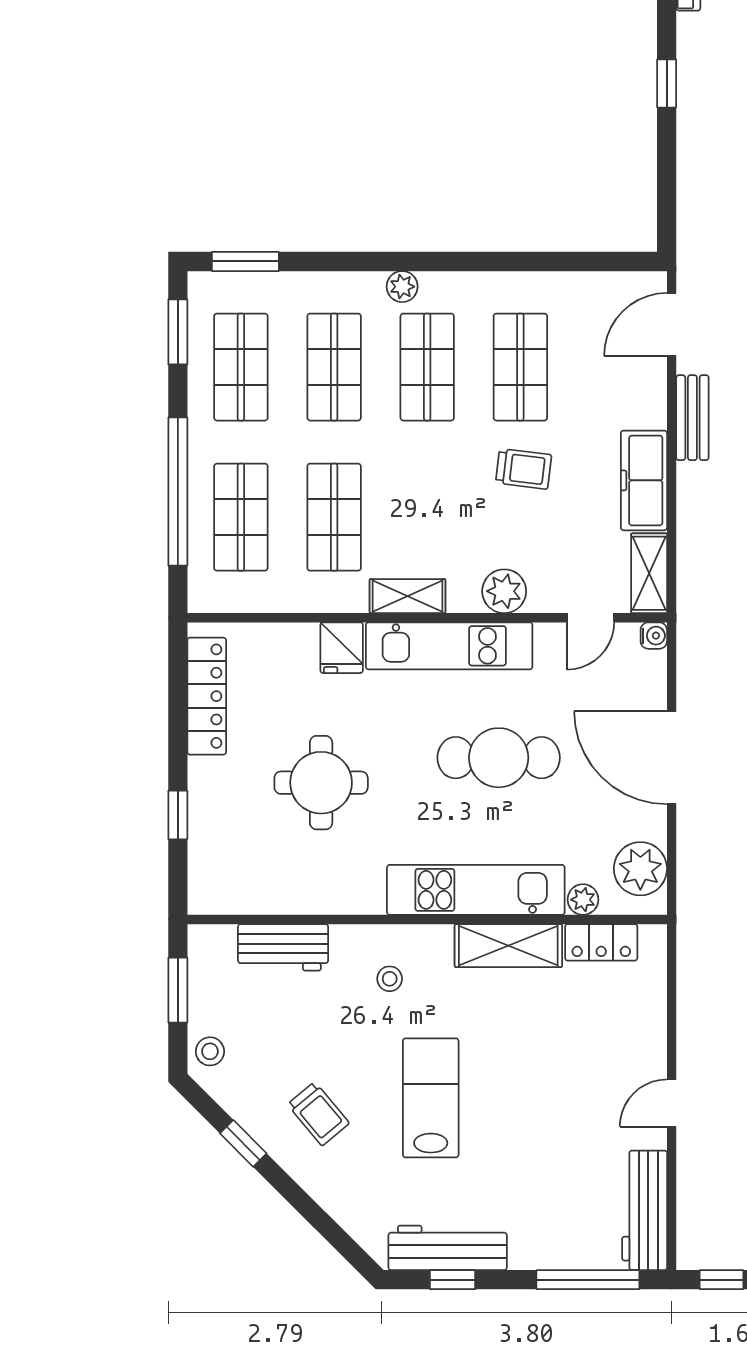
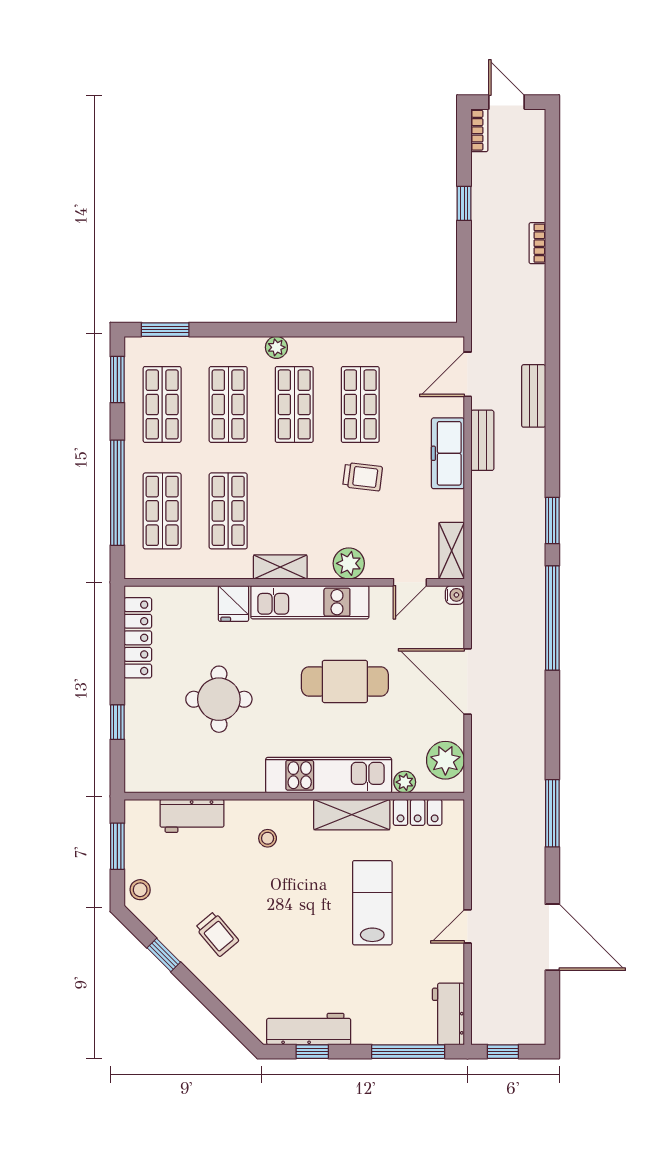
freezer: (644, 480) -> (448, 453), moved
lab bench: (431, 1098) -> (372, 903), moved
workbench: (645, 1210) -> (448, 1014), width x0.73

